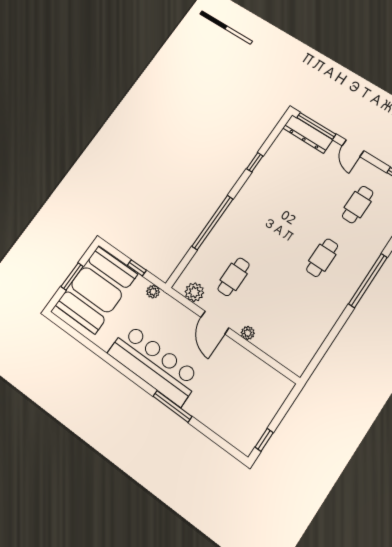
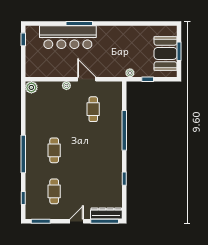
door: (353, 148) -> (77, 221), hinge flipped
booth: (97, 290) -> (165, 53), width x0.73, depth x0.70
plant: (194, 292) -> (31, 87), moved
bar counter: (154, 364) -> (68, 37), moved

